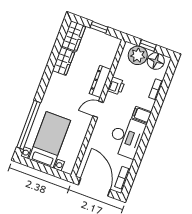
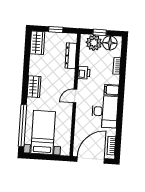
wardrobe: (64, 61) -> (34, 87), moved
dresser: (100, 81) -> (71, 56), moved
door: (94, 187) -> (91, 160), hinge flipped

